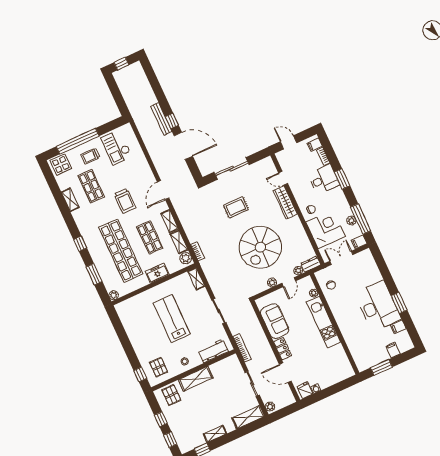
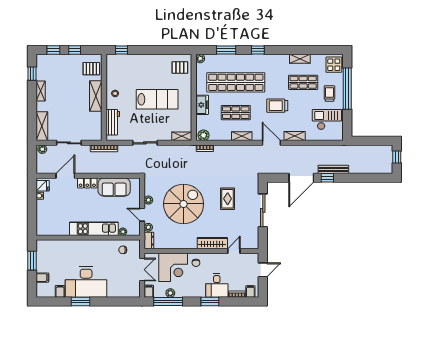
shelving: (179, 242) -> (295, 136), moved
spiral stairs: (260, 247) -> (184, 204), turned 90
pallet: (159, 367) -> (180, 67), moved

